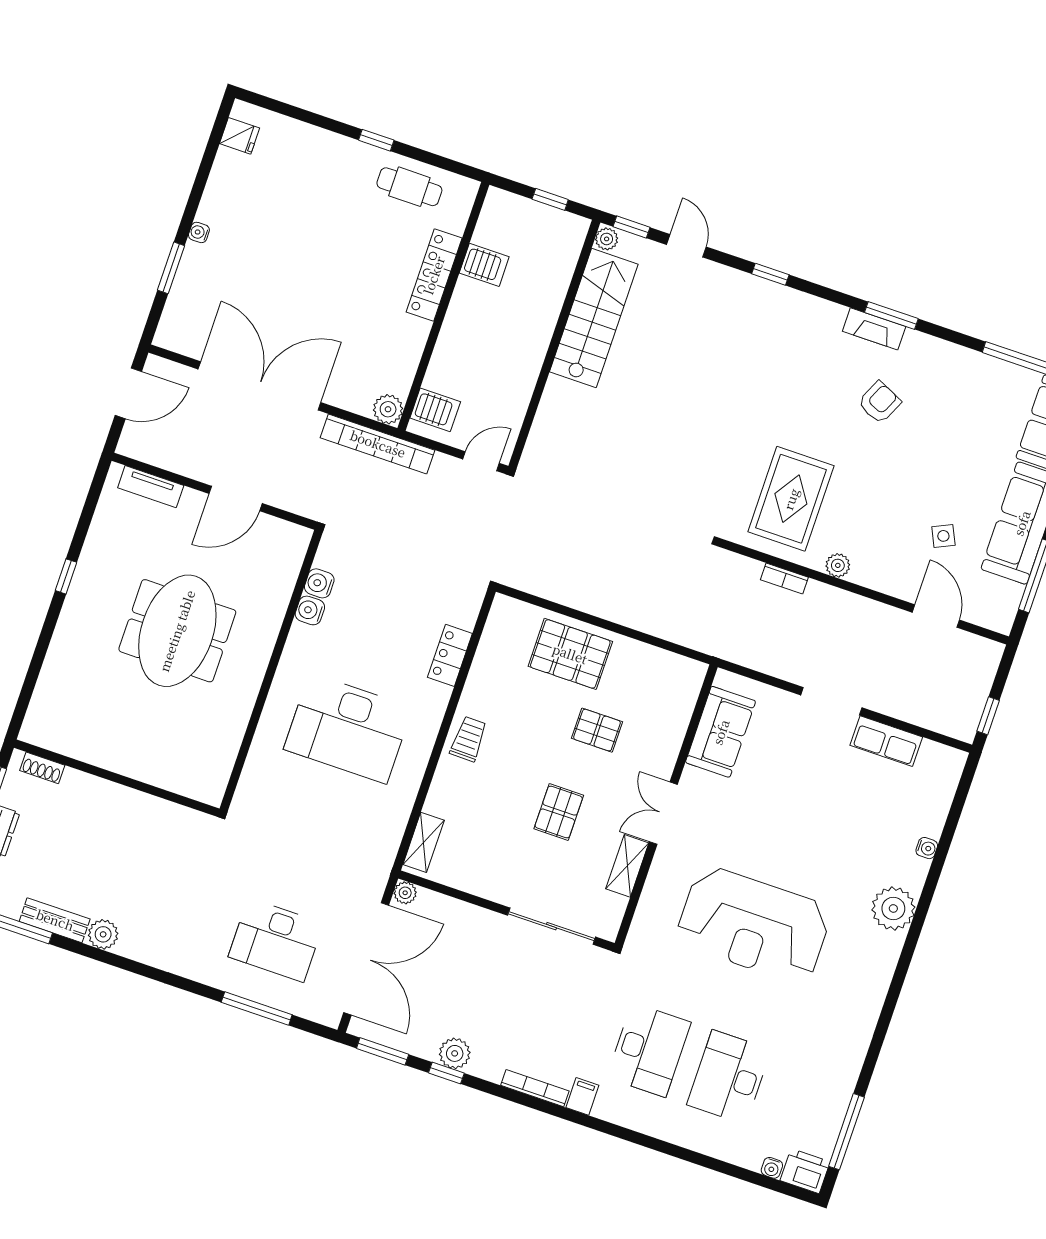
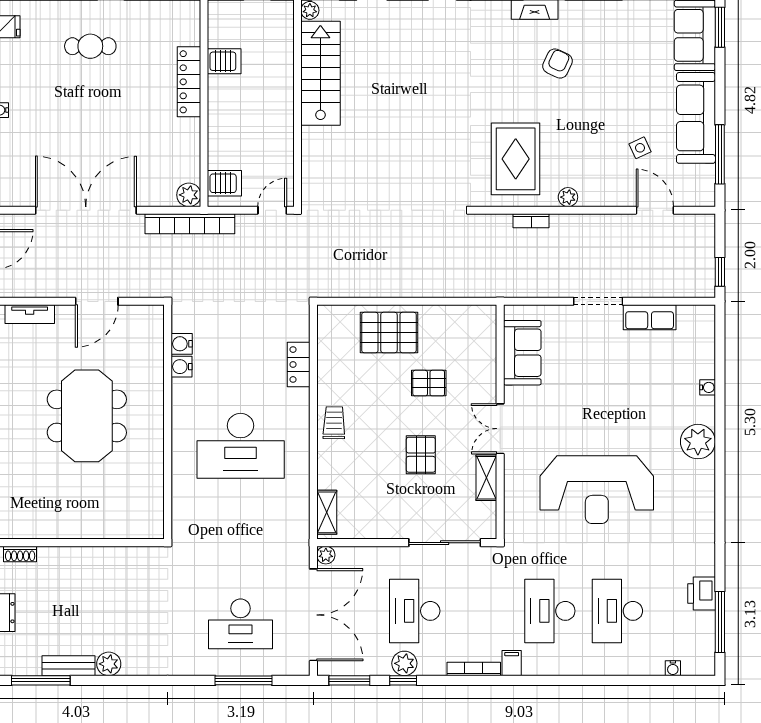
cafe table: (409, 187) -> (90, 46), moved
desk: (488, 995) -> (415, 611), added
desk: (649, 1050) -> (550, 611), turned 180
printer: (805, 1171) -> (702, 594), moved, turned -90

